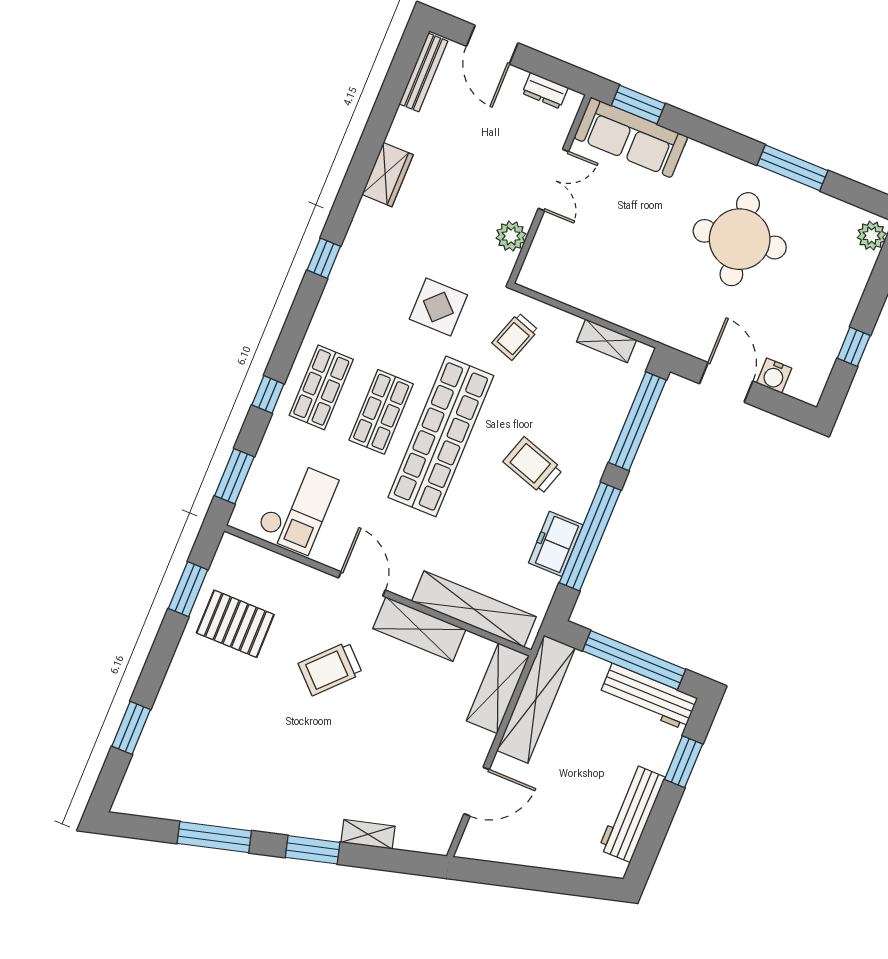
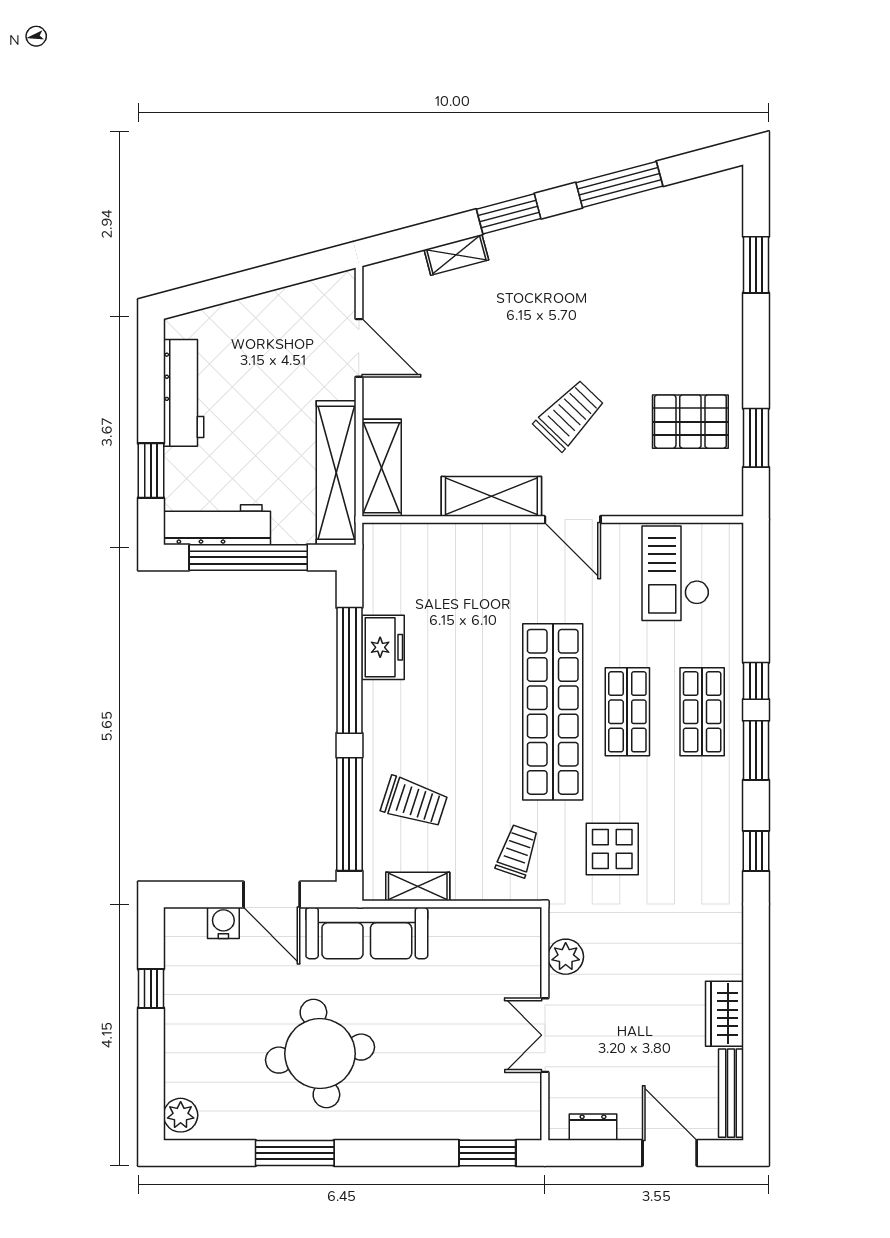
sofa: (631, 137) -> (367, 933), moved, turned 180
wardrobe: (388, 175) -> (725, 1014), moved
trolley: (533, 465) -> (414, 802), moved
window: (234, 476) -> (756, 750), moved
shelving: (474, 609) -> (442, 542), removed
door: (477, 792) -> (359, 348), swing flipped

